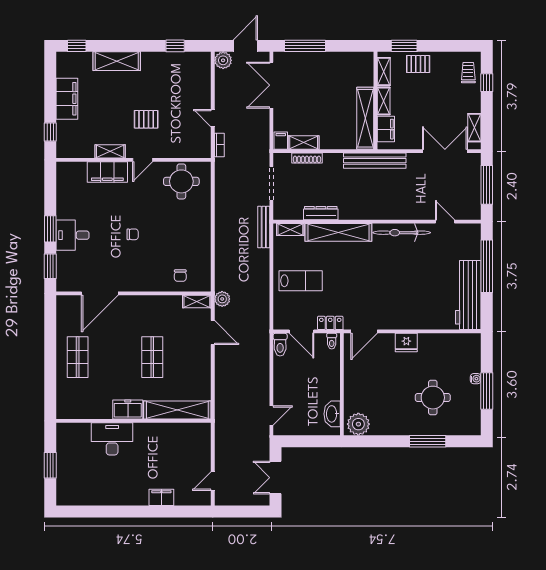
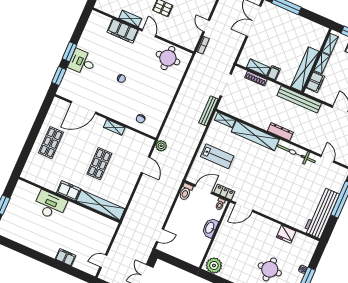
filing cabinet: (281, 141) -> (274, 73), moved
door: (143, 160) -> (149, 33), swing flipped
dresser: (321, 213) -> (280, 132), moved
shelving: (197, 301) -> (114, 127), moved
door: (302, 331) -> (203, 189), swing flipped
fridge: (406, 343) -> (286, 234), moved
washbasin: (332, 414) -> (210, 228), moved

